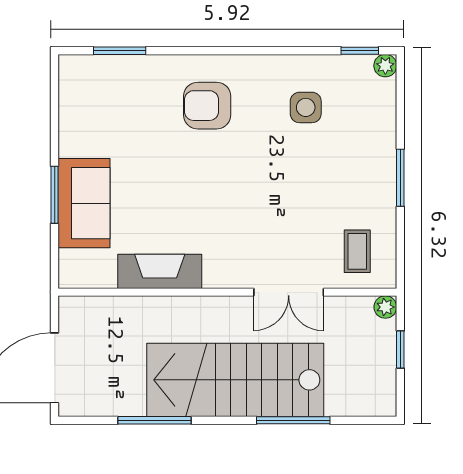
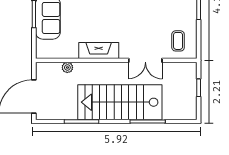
fireplace: (160, 271) -> (99, 50), moved
plant: (385, 307) -> (67, 67), moved

